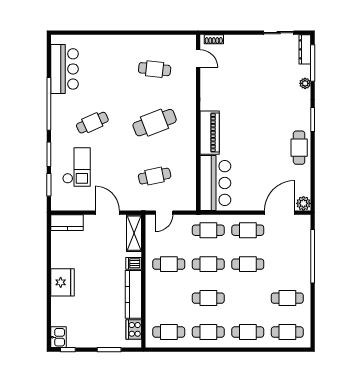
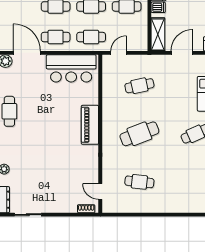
bar counter: (215, 183) -> (71, 68), moved, turned -90
door: (107, 213) -> (182, 53), swing flipped
door: (164, 213) -> (119, 53), moved
door: (280, 213) -> (27, 53), swing flipped

